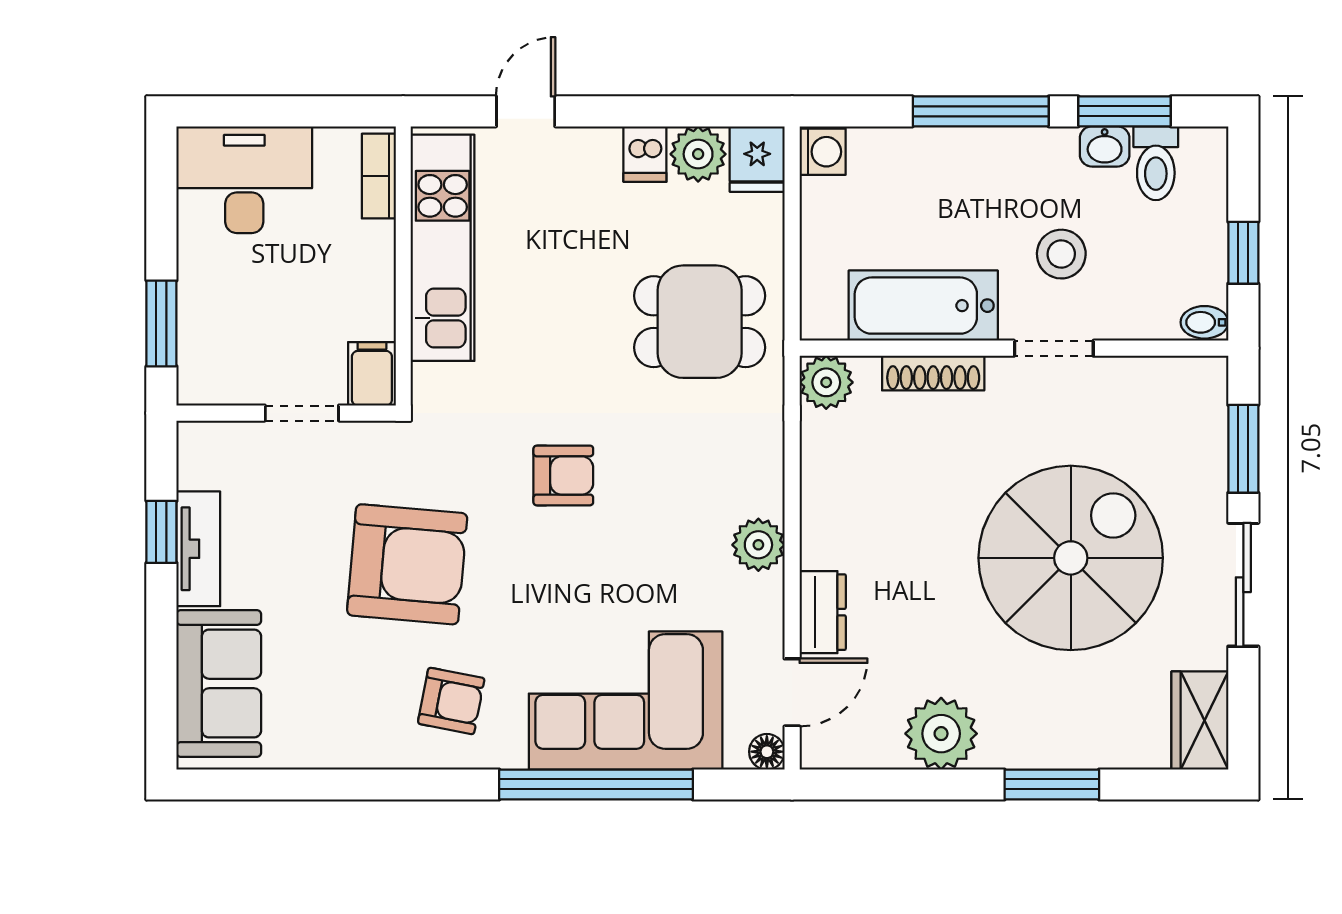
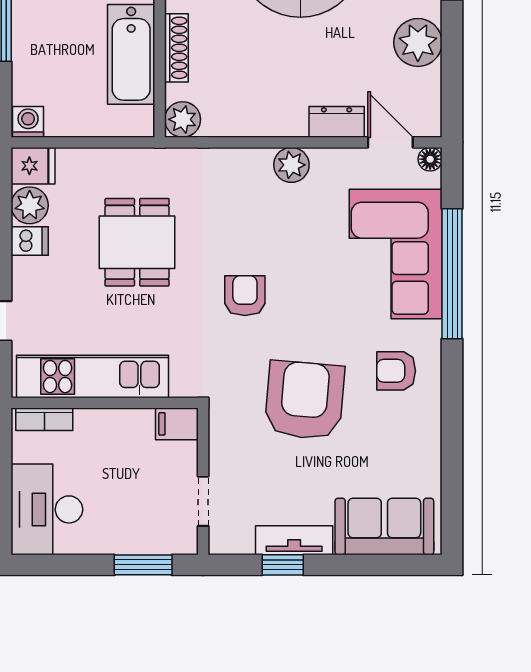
dining table: (700, 322) -> (137, 242), moved
doorway: (302, 413) -> (203, 501), moved
armchair: (451, 701) -> (396, 371), turned -101

